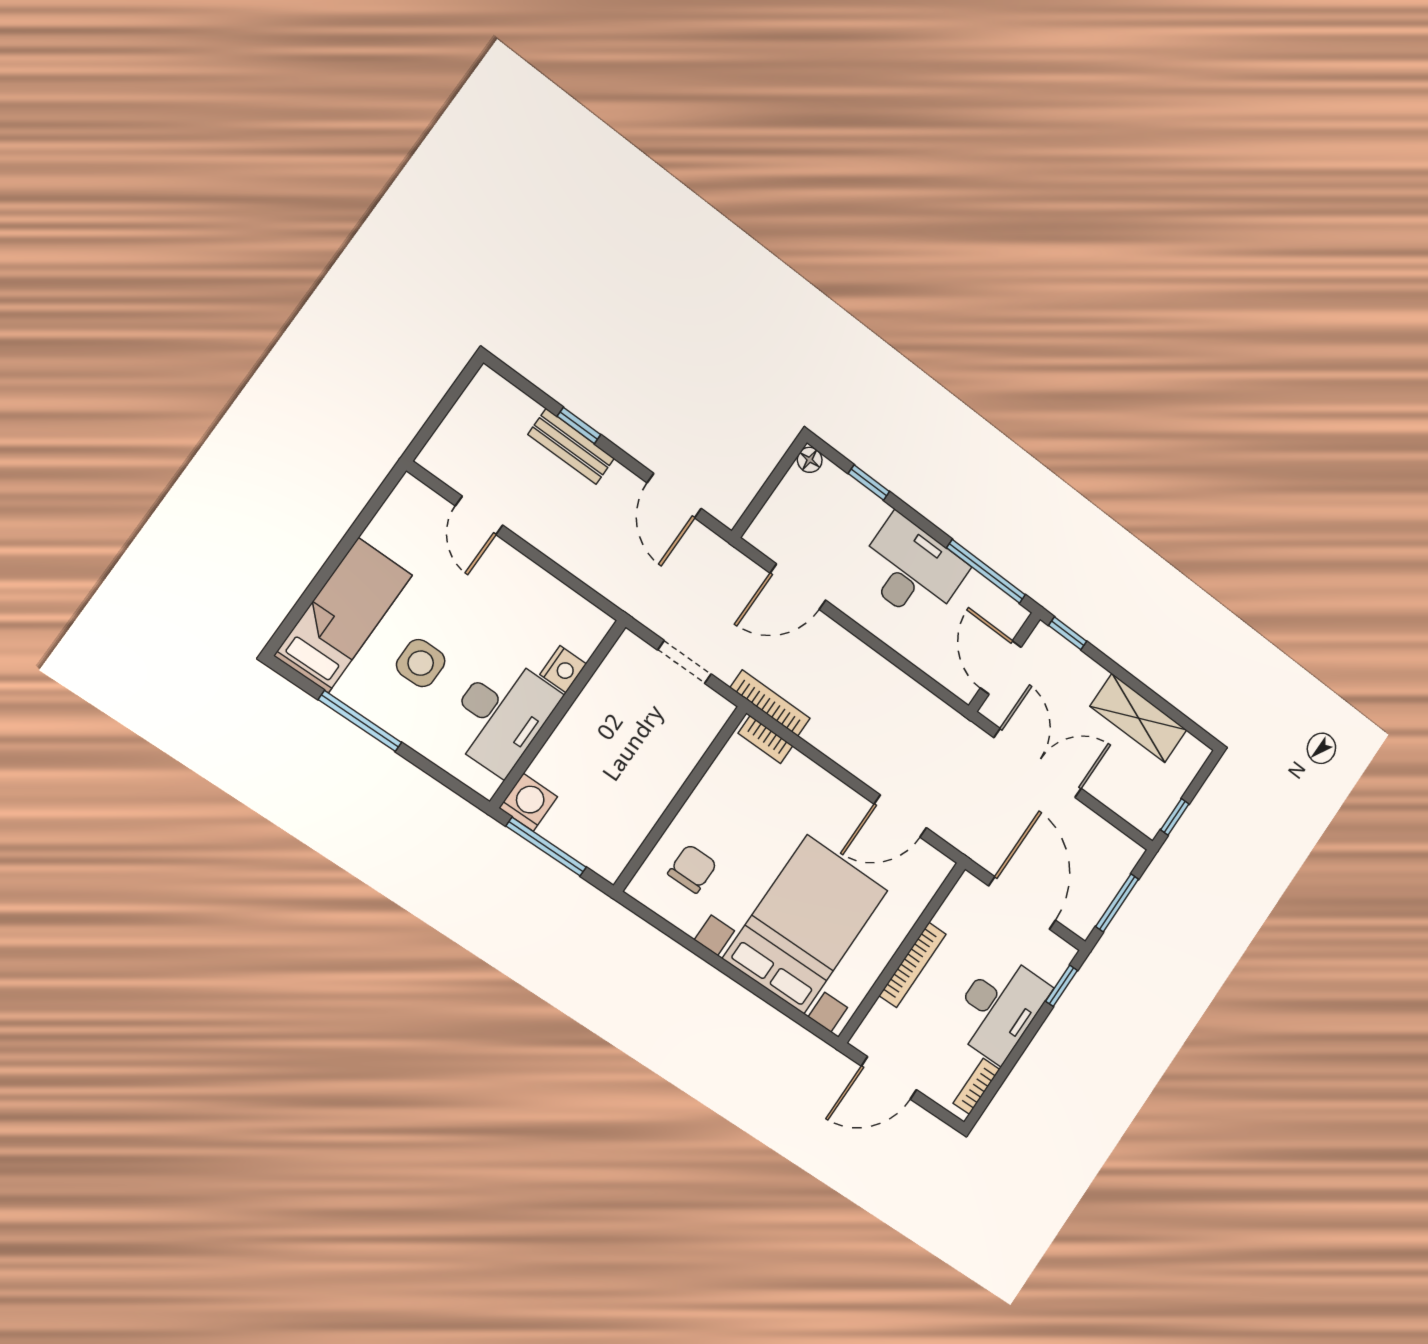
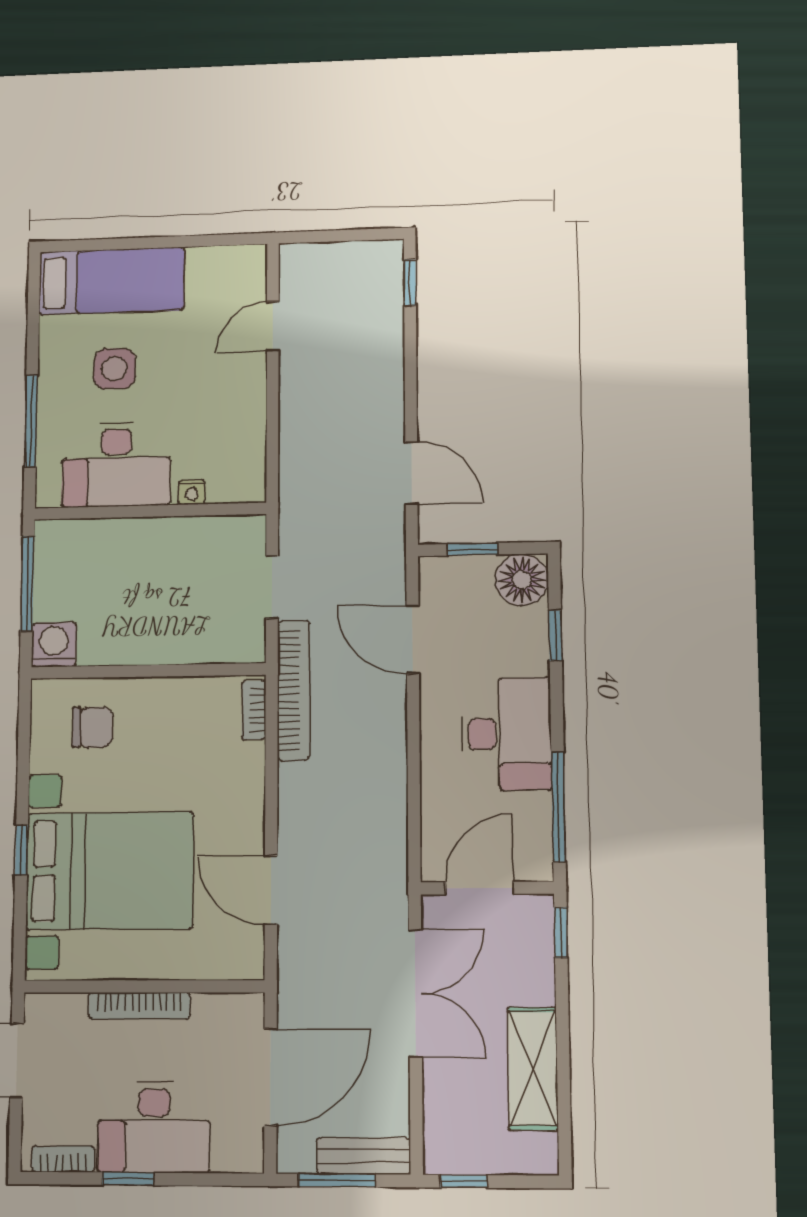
window: (579, 425) -> (410, 283), moved
bench: (571, 446) -> (364, 1156), moved, turned 90
floor lamp: (810, 460) -> (522, 580), width x1.89, depth x1.89
window: (764, 494) -> (473, 549), added
door: (674, 496) -> (411, 473), swing flipped
nightstand: (563, 669) -> (192, 492), width x0.72, depth x0.74
bookcase: (770, 703) -> (293, 690), width x1.48, depth x1.31
window: (360, 721) -> (31, 421), moved
washing machine: (528, 802) -> (54, 645), moved, turned -90
window: (745, 981) -> (22, 850), added
window: (1061, 986) -> (128, 1179), moved

